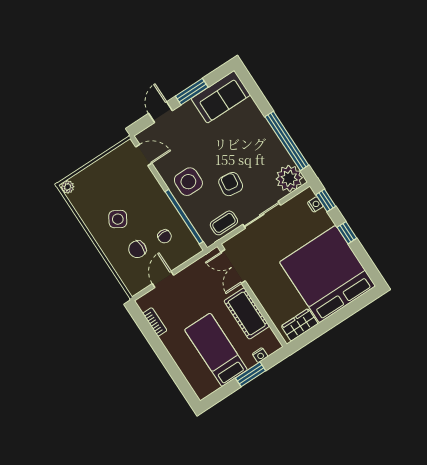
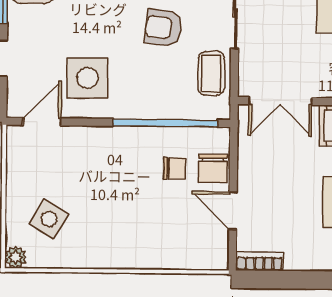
side table: (188, 182) -> (88, 78), moved
side table: (118, 219) -> (49, 219), moved
chair: (137, 249) -> (213, 168), moved
bookcase: (155, 322) -> (259, 261), moved

